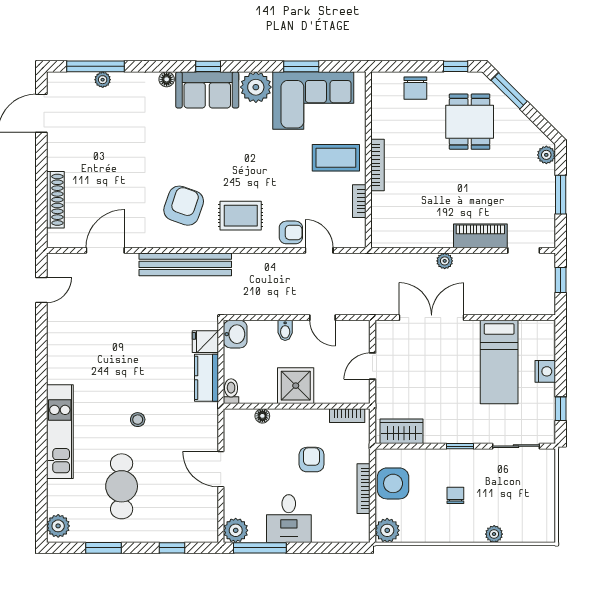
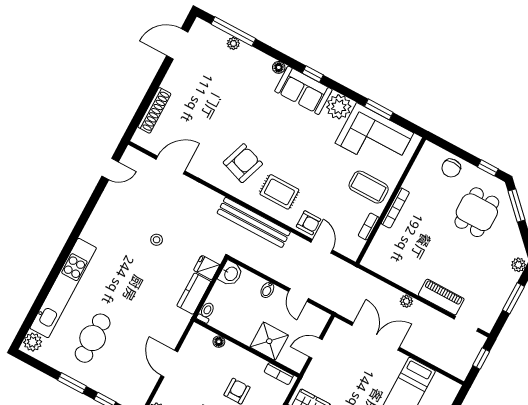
bench: (185, 264) -> (254, 222), moved
shower: (296, 386) -> (269, 341), moved
stool: (138, 420) -> (157, 240), moved
kitchen unit: (60, 432) -> (63, 288), width x1.36
window: (103, 548) -> (72, 383), moved

